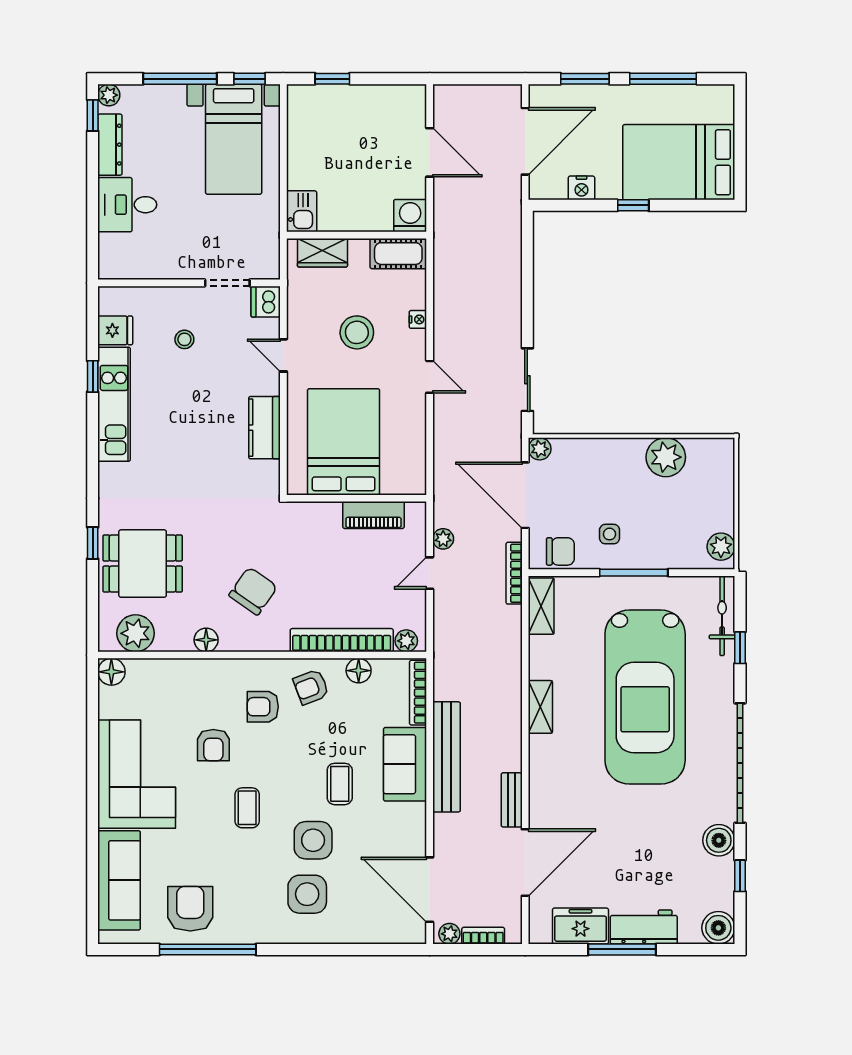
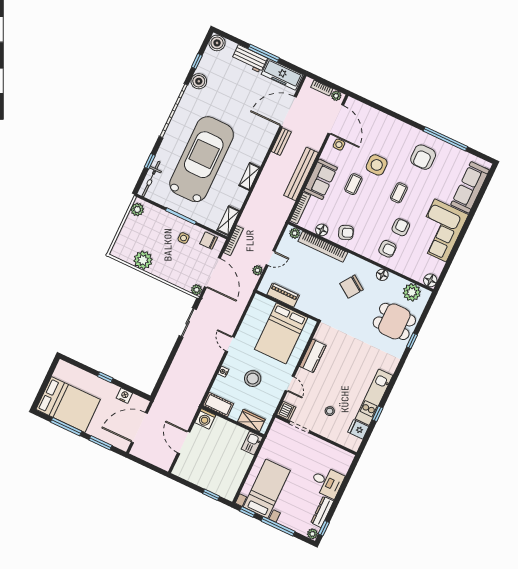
bed: (679, 162) -> (68, 404), moved
armchair: (263, 707) -> (387, 249), moved
side table: (307, 894) -> (339, 145), moved, width x0.54, depth x0.54
armchair: (190, 909) -> (423, 157), moved
freezer: (580, 926) -> (282, 74), width x1.40

